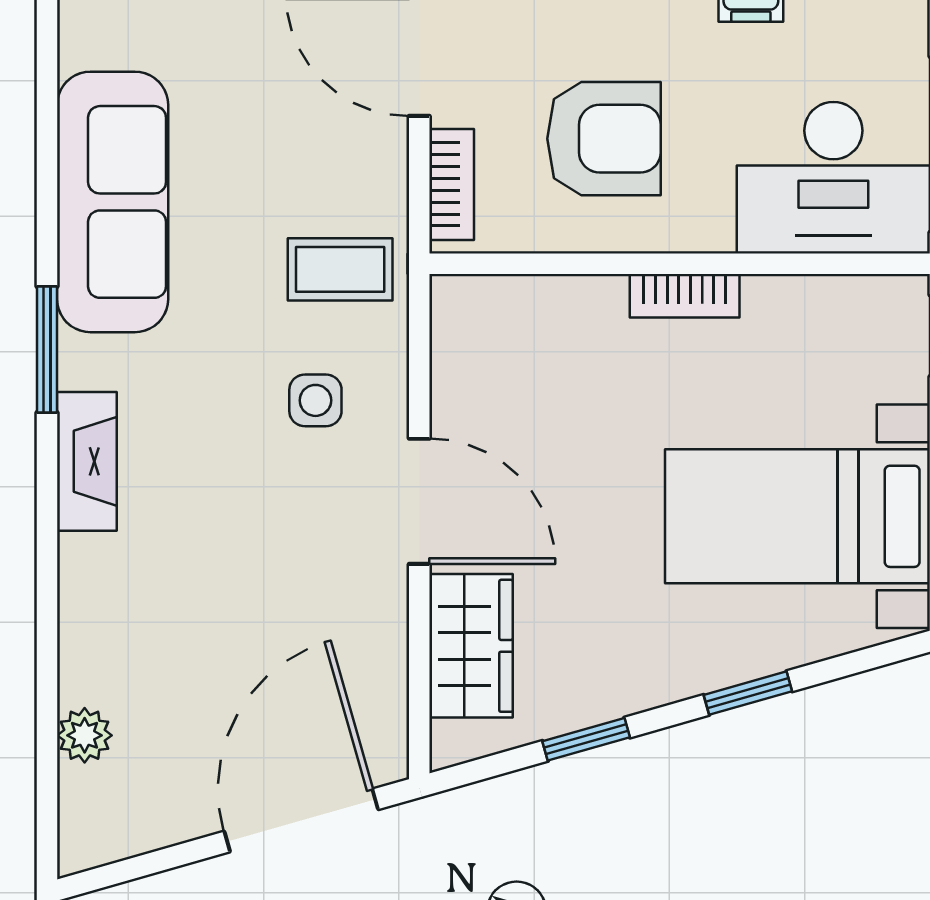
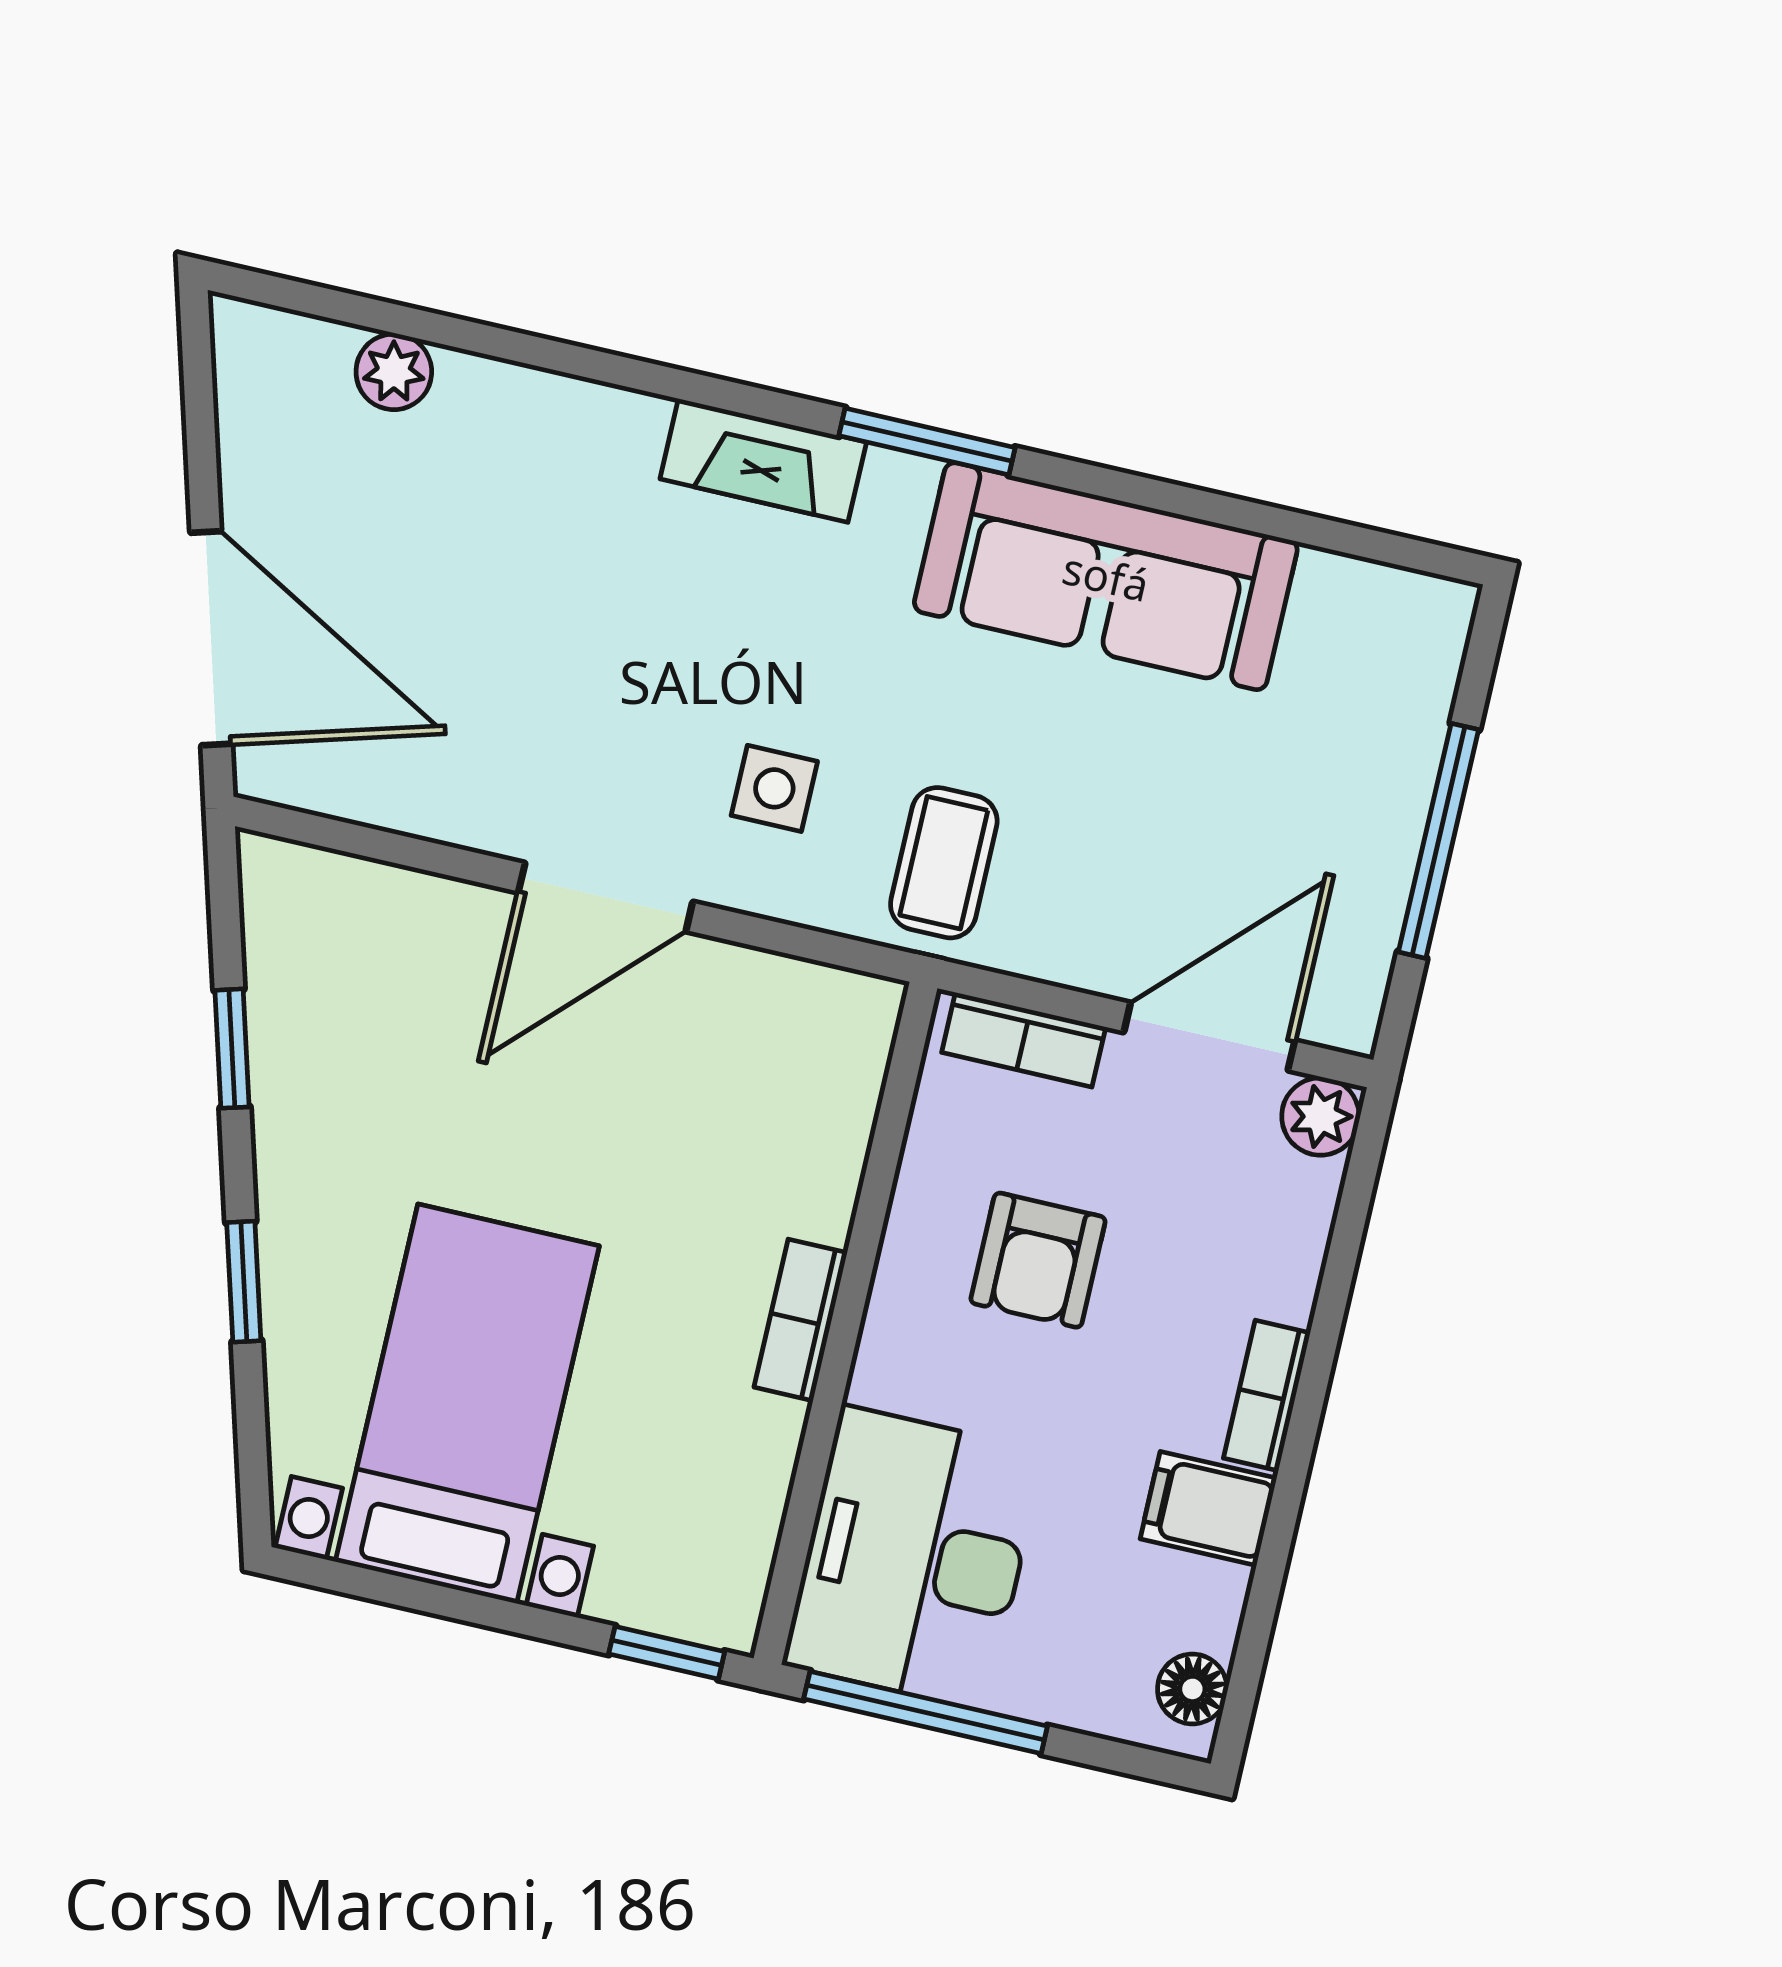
armchair: (604, 139) -> (1038, 1260), width x0.72, depth x0.72
wardrobe: (471, 646) -> (394, 922), removed

